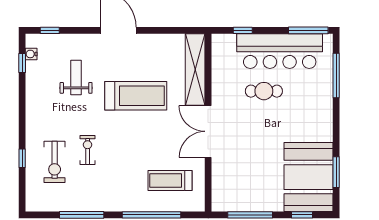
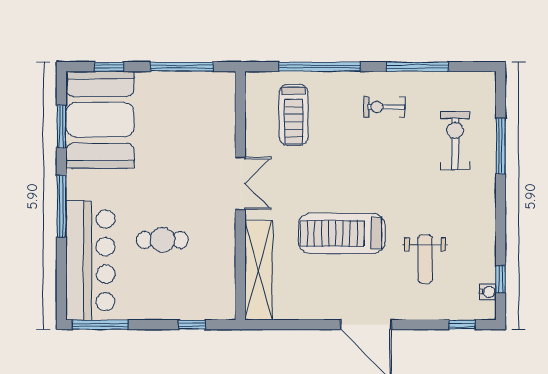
bar counter: (280, 51) -> (90, 260), moved, turned 90
window: (336, 76) -> (61, 206), moved
double door: (208, 131) -> (240, 183), width x0.73
exercise bike: (88, 150) -> (384, 107), moved, turned 90
window: (22, 158) -> (501, 146), width x2.17
treadmill: (170, 180) -> (294, 115), turned 90

